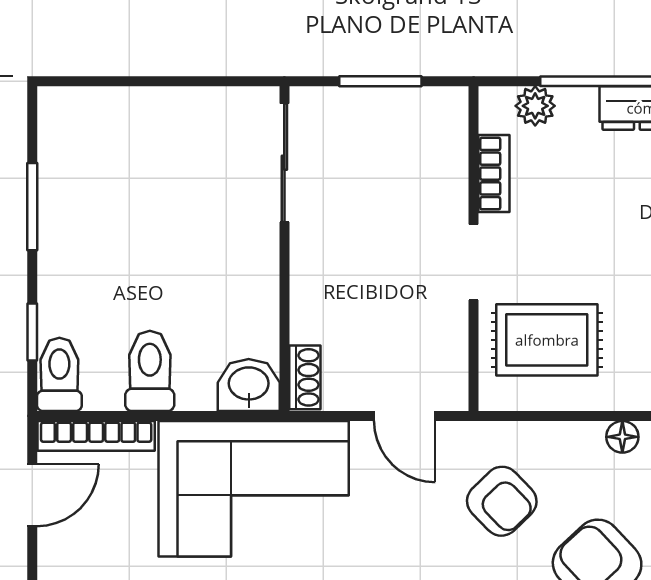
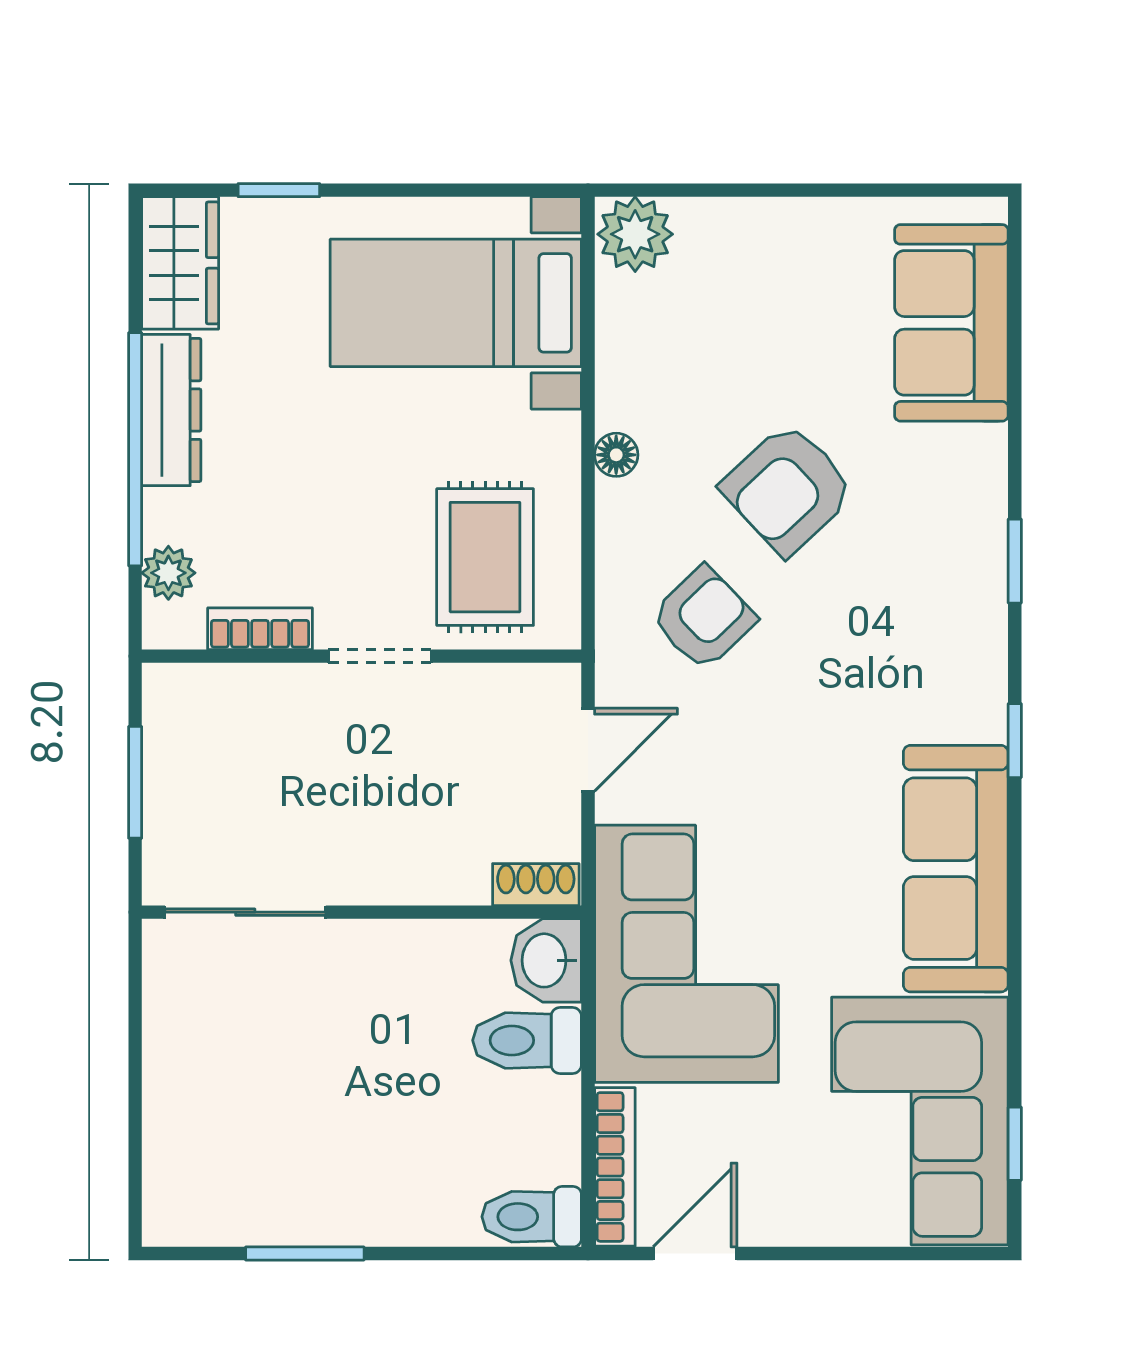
window: (32, 332) -> (474, 1253), removed
toilet: (150, 371) -> (527, 1040), moved
door: (32, 495) -> (695, 1253), hinge flipped

